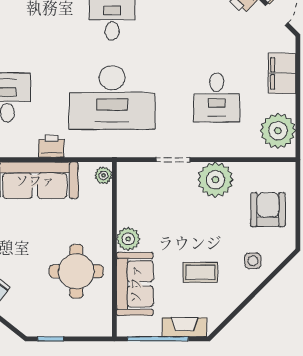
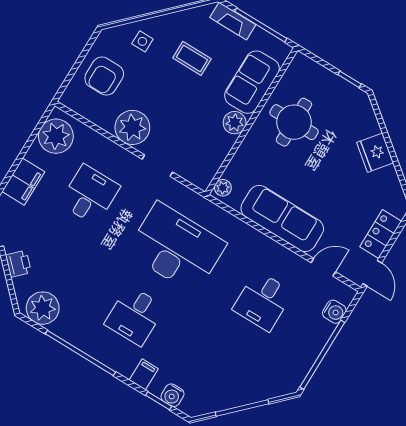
printer: (51, 146) -> (251, 238), removed

